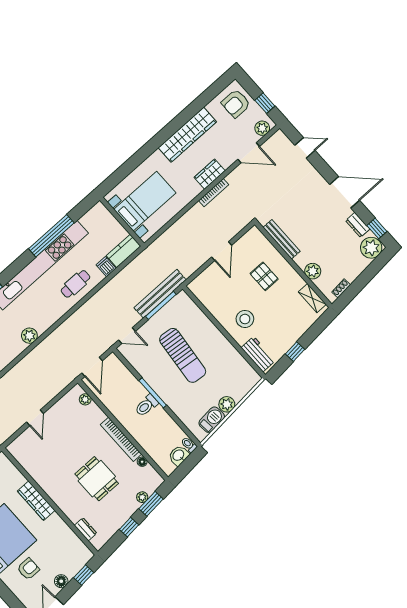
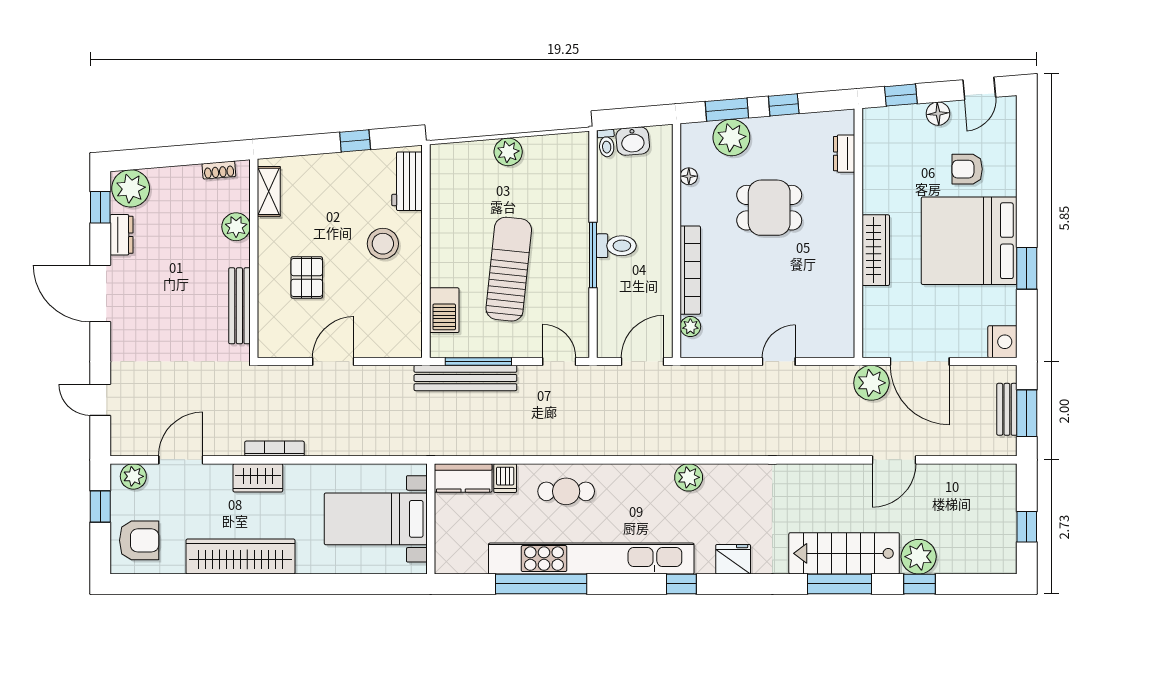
door: (249, 153) -> (181, 460), hinge flipped
barbecue: (212, 420) -> (444, 310), moved, turned -85
bookcase: (121, 439) -> (690, 270), moved
dining table: (97, 479) -> (769, 208), turned 90
plant: (142, 497) -> (731, 138), width x1.87, depth x1.87

